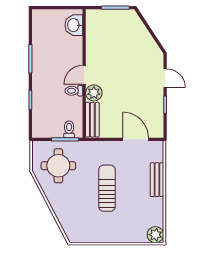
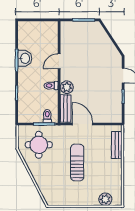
washbasin: (74, 25) -> (25, 58), moved, turned 180
door: (84, 75) -> (59, 61), moved
door: (136, 139) -> (83, 124), moved
bench: (157, 180) -> (117, 145), moved
plant: (155, 235) -> (105, 199), moved

